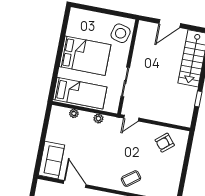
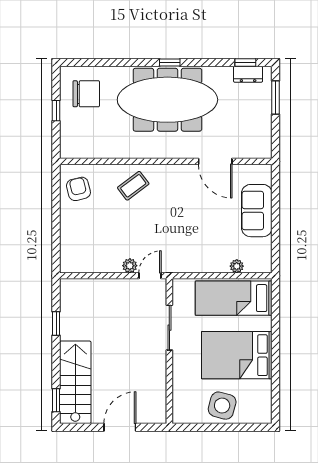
side table: (121, 33) -> (222, 406), moved
plant: (98, 119) -> (130, 266), moved
armchair: (165, 143) -> (78, 189), moved, turned -64
sofa: (51, 160) -> (257, 211), moved

